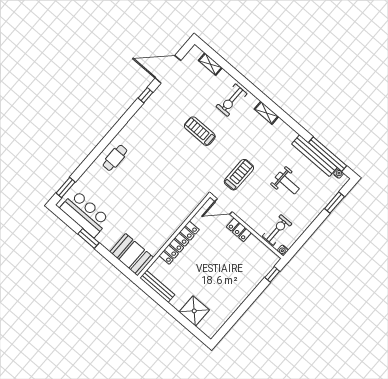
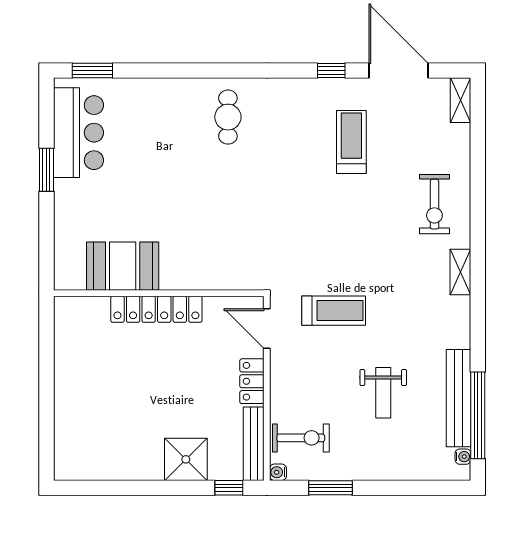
shelving: (210, 64) -> (461, 100), moved
exercise bike: (232, 100) -> (434, 204), turned -90
treadmill: (200, 131) -> (351, 142), moved
cafe table: (115, 158) -> (228, 117), moved, turned 90
window: (334, 203) -> (331, 488), moved
booth: (132, 255) -> (123, 266), moved, turned 90
bench: (157, 286) -> (254, 444), moved
shower: (194, 311) -> (186, 459), moved

